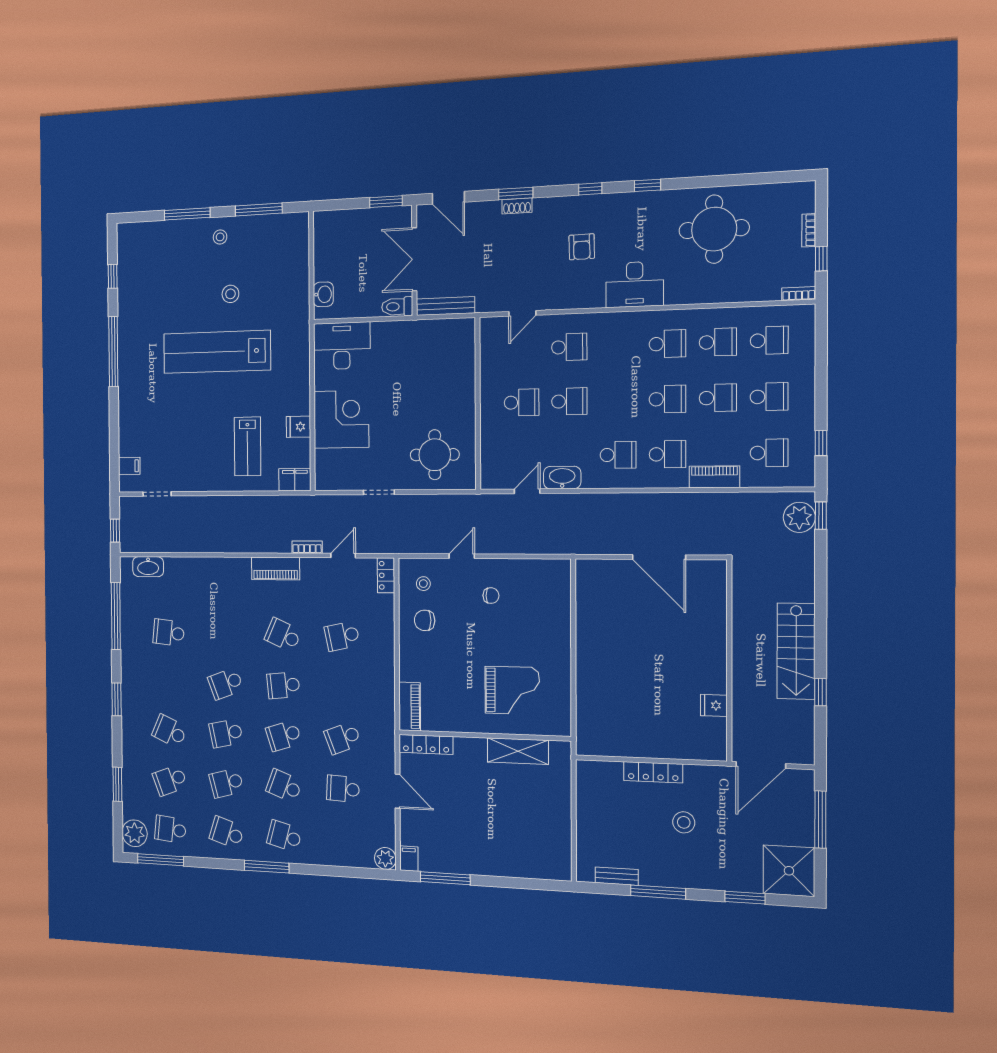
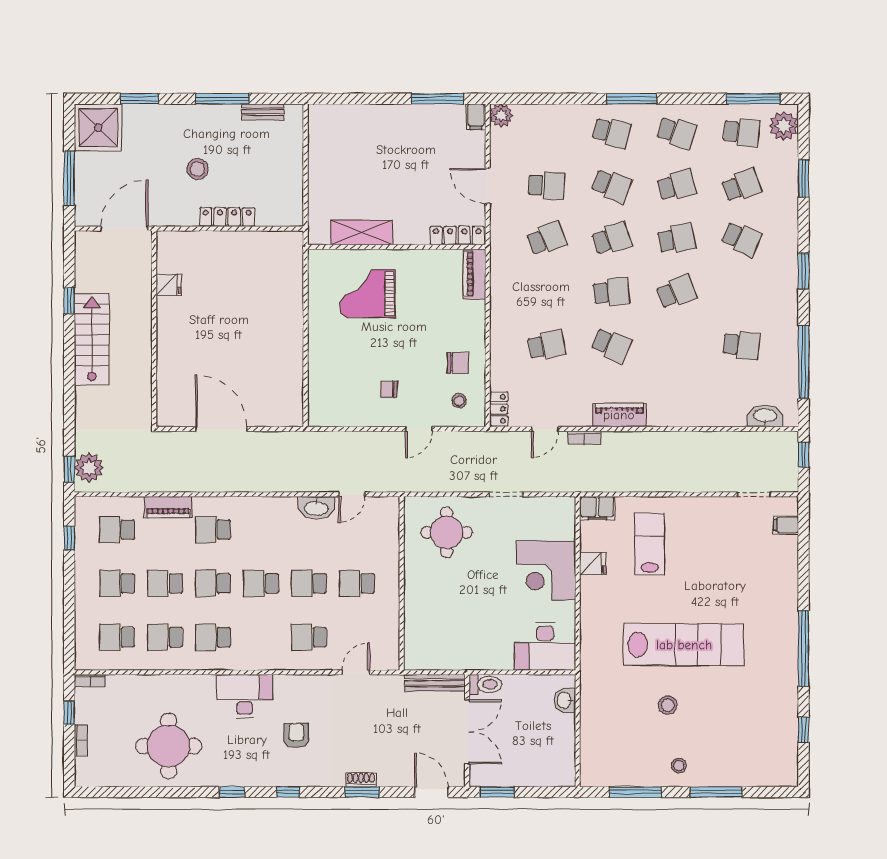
school desk: (618, 455) -> (261, 583), moved

